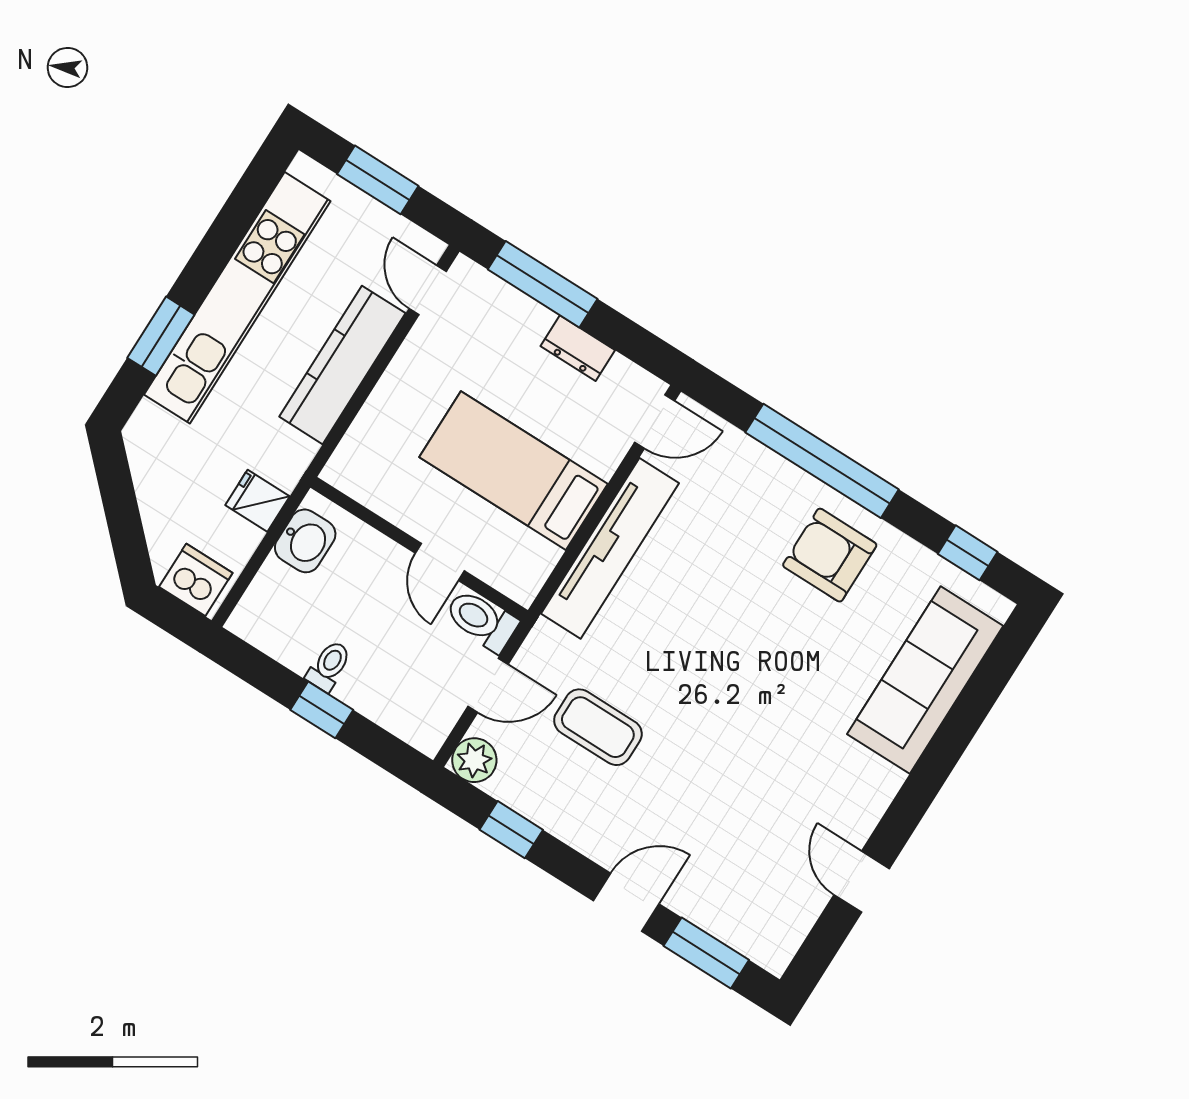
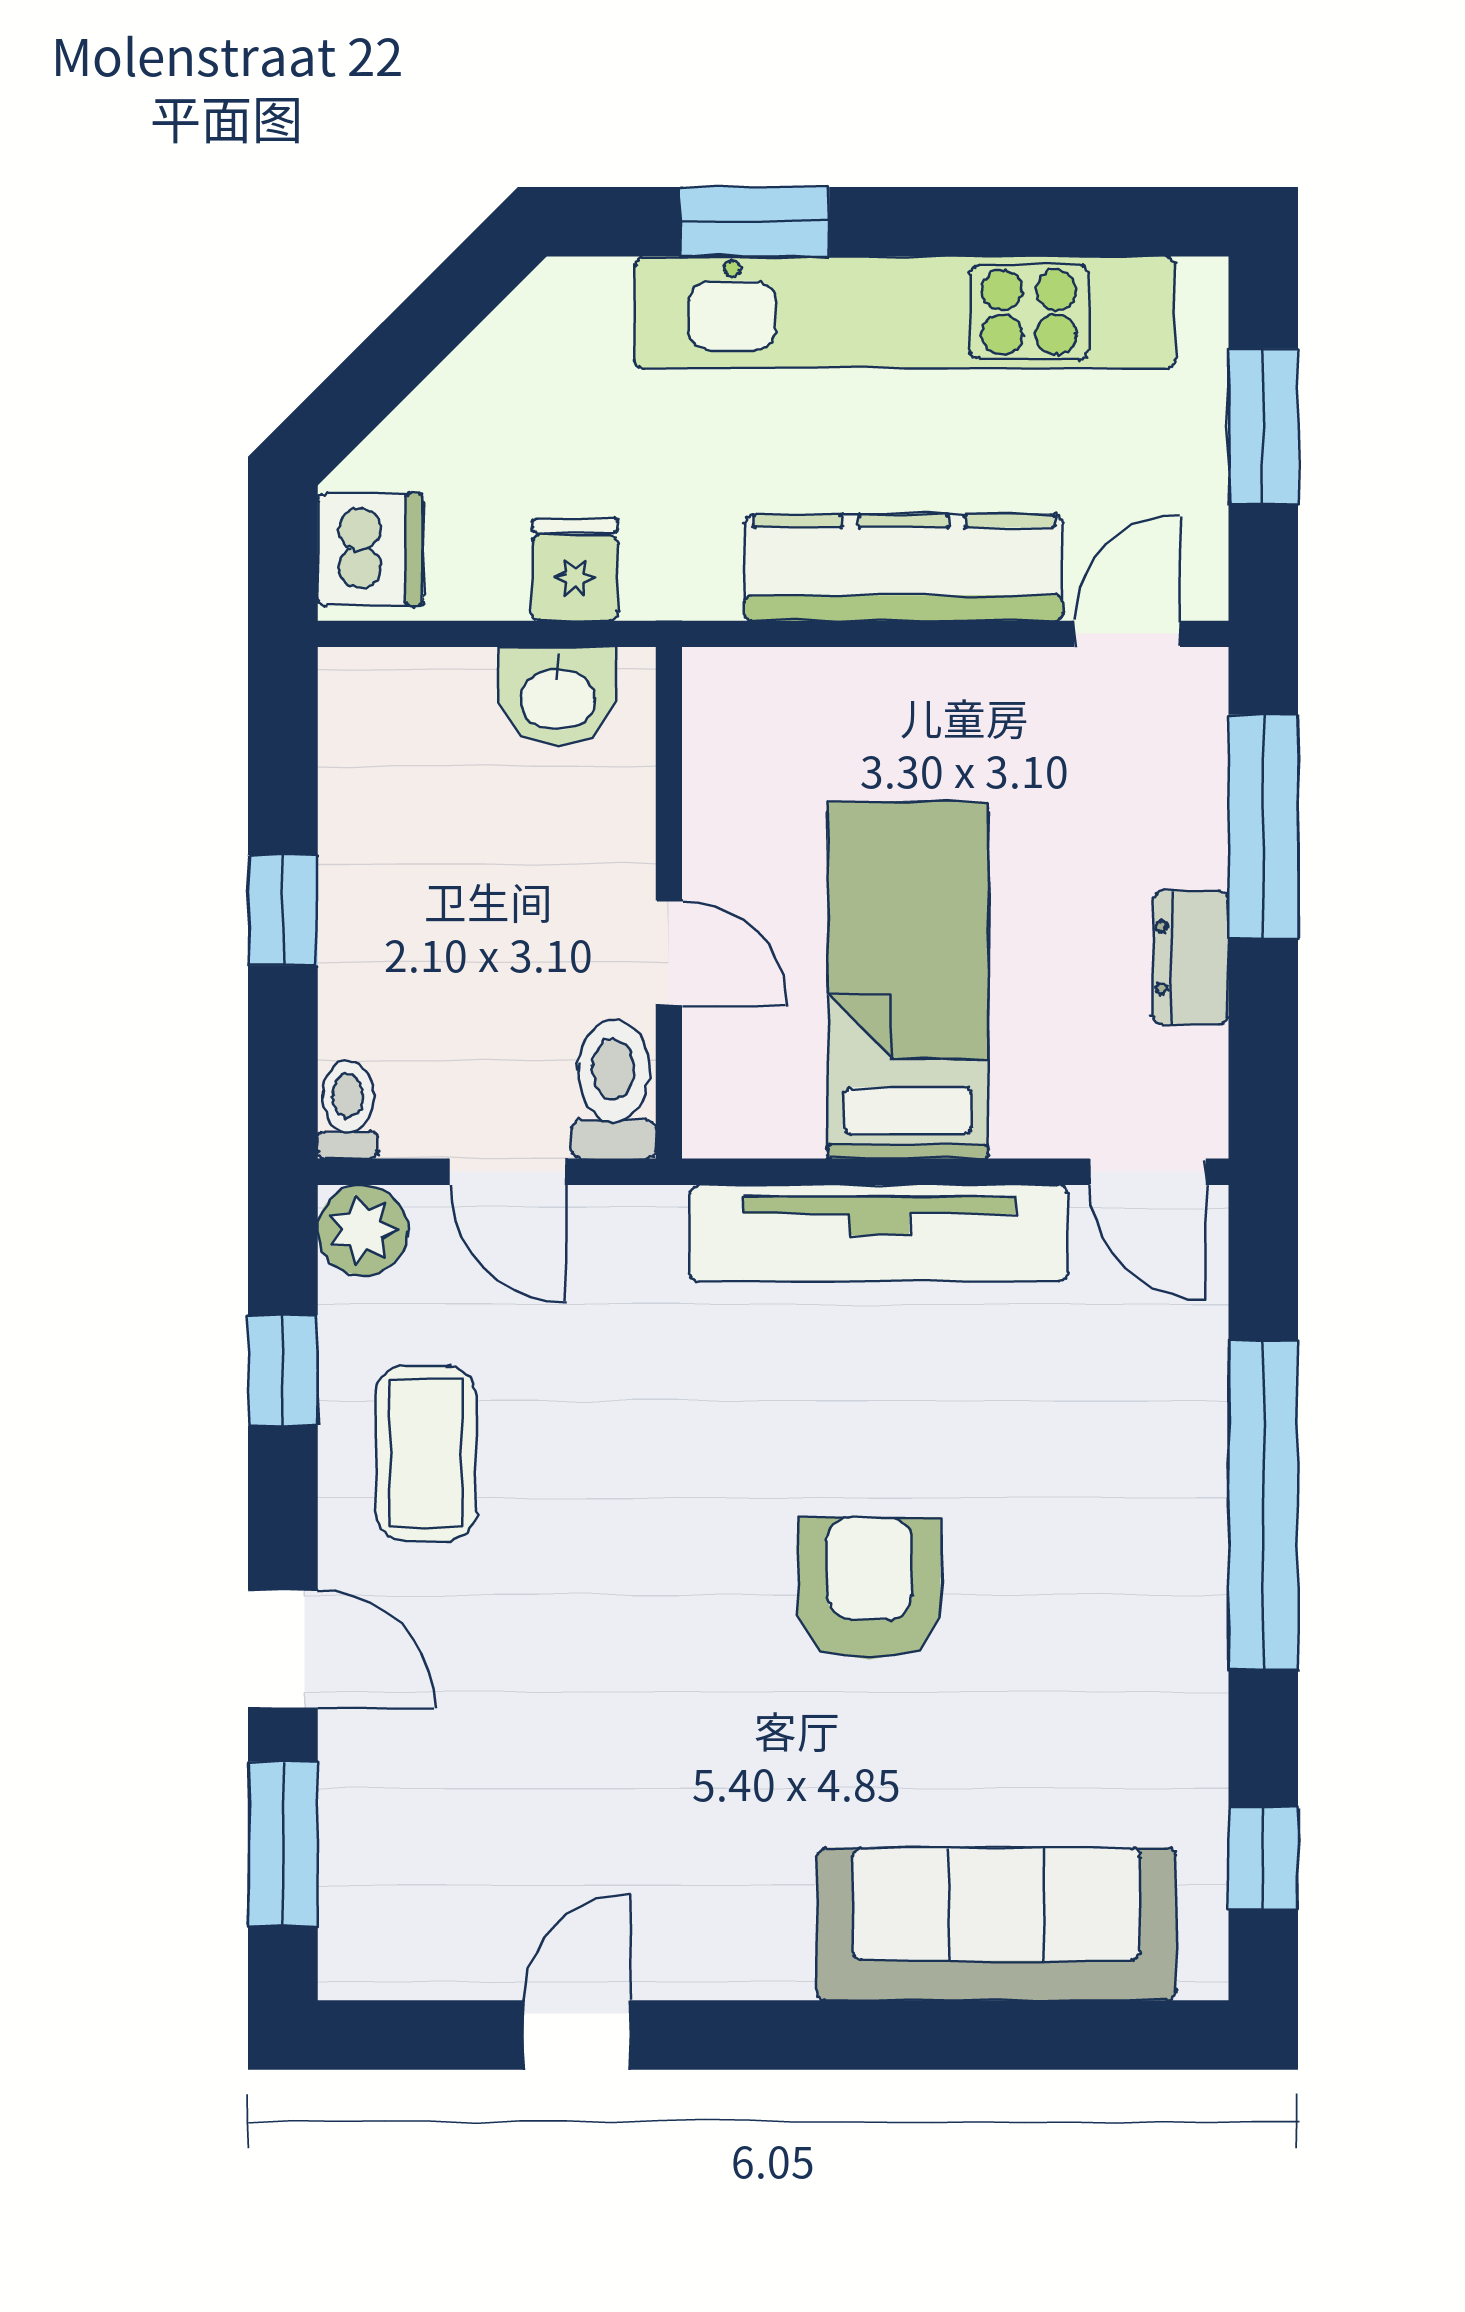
armchair: (830, 555) -> (869, 1588), moved
door: (440, 562) -> (669, 953), swing flipped
toilet: (329, 666) -> (348, 1109), moved, turned -90
coffee table: (598, 727) -> (426, 1453), moved

